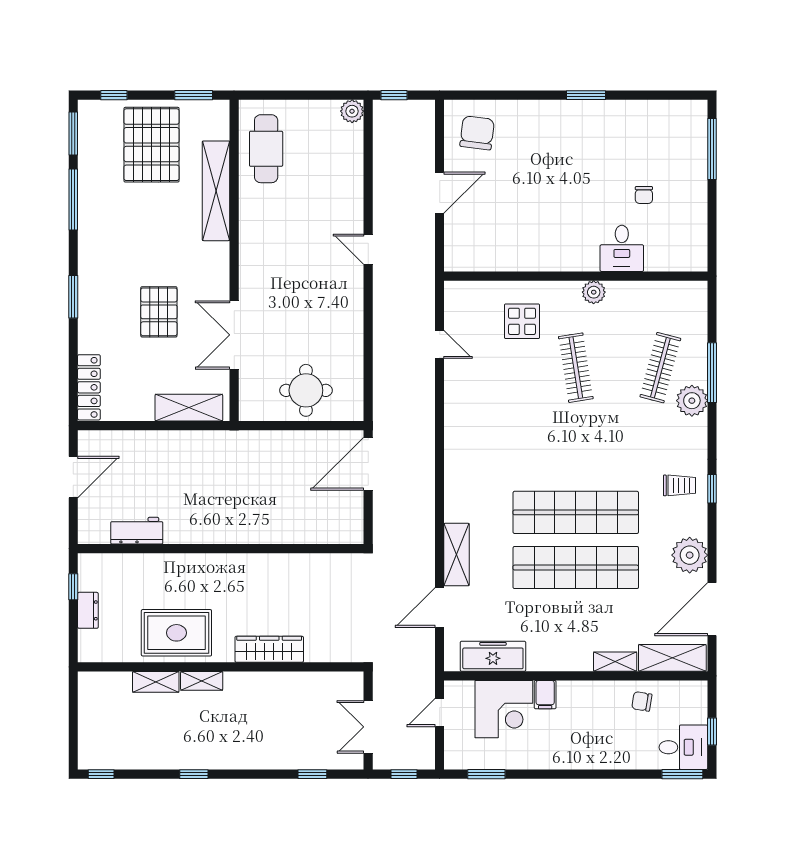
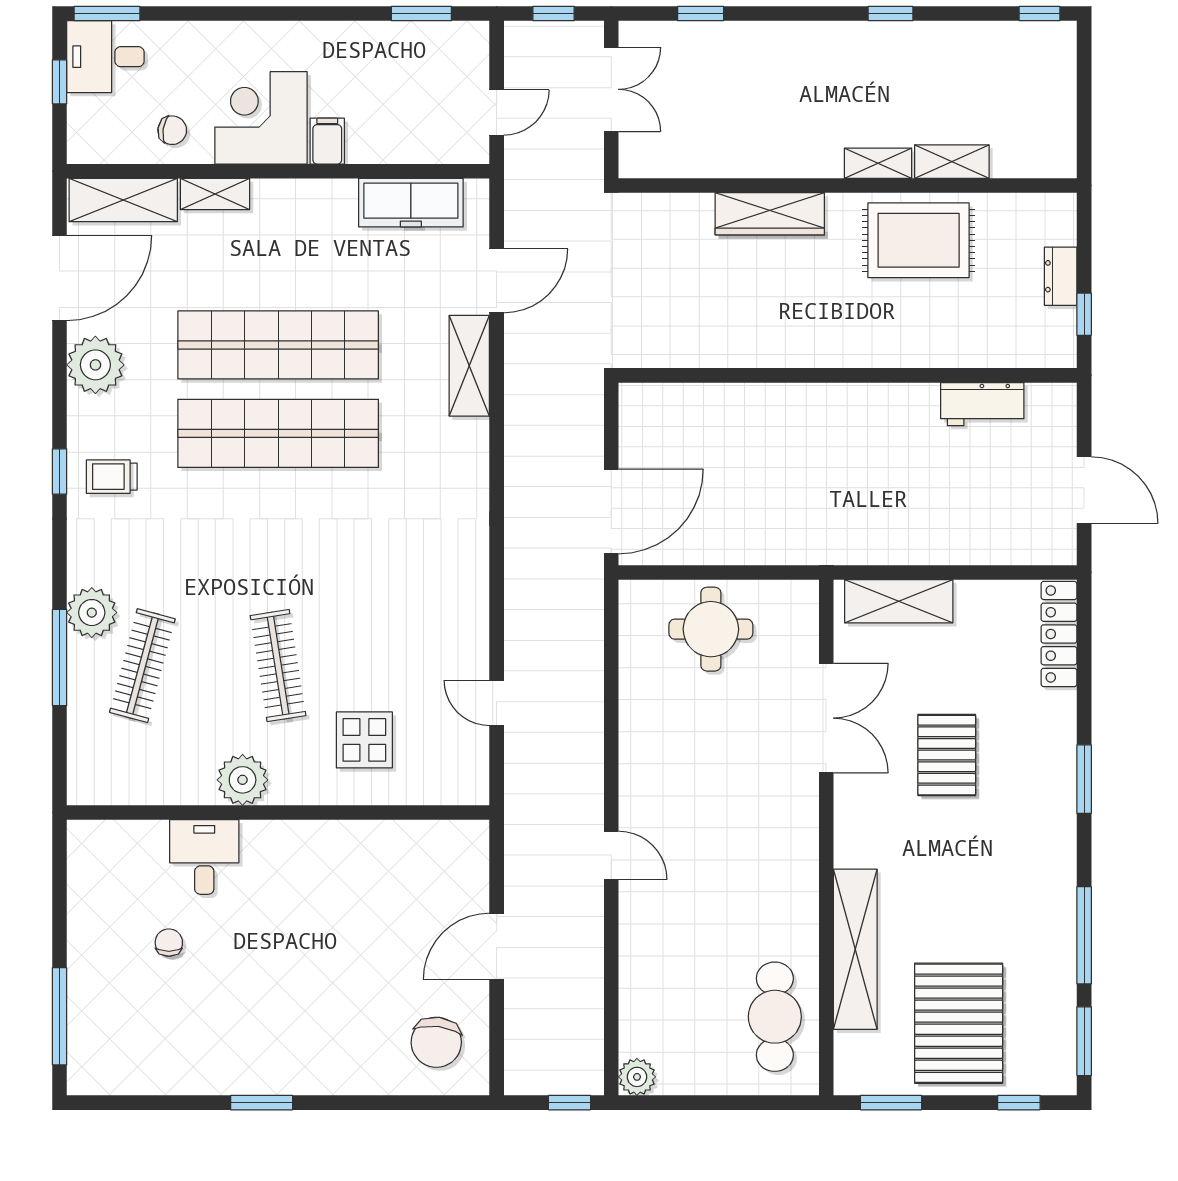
plant: (594, 292) -> (243, 780), width x1.36, depth x1.36
door: (73, 477) -> (1084, 490), swing flipped
corner desk: (504, 709) -> (261, 118), moved

